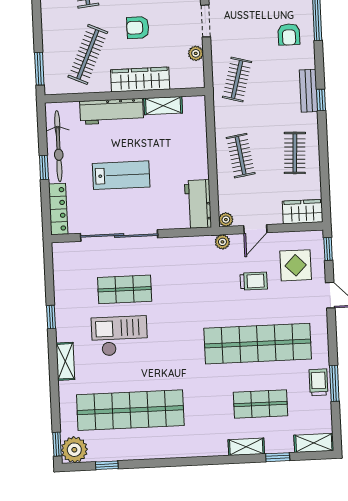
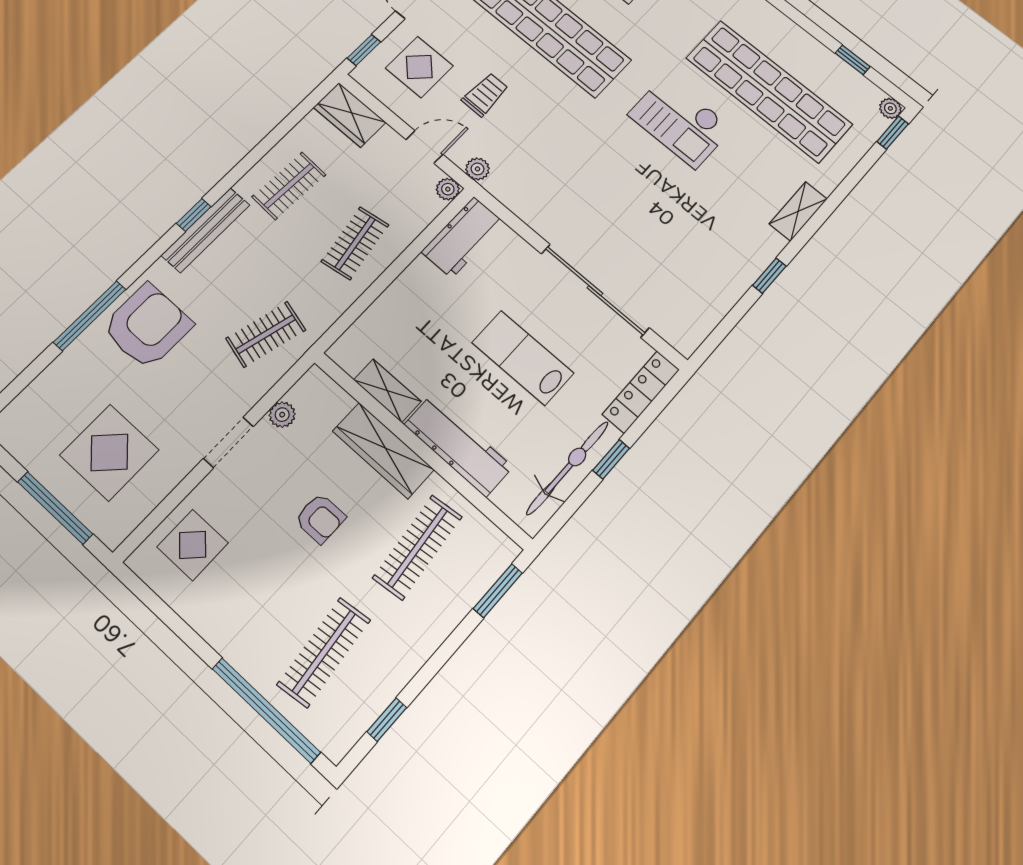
armchair: (289, 34) -> (147, 326), width x1.88, depth x1.88
clothes rail: (88, 54) -> (418, 547), turned -30
bench: (309, 91) -> (206, 230), width x1.36
trolley: (254, 281) -> (485, 95), turned 90
shop shelf: (125, 289) -> (648, 225), removed
checkout: (119, 336) -> (680, 121), moved
plant: (74, 450) -> (890, 108), width x0.53, depth x0.53

